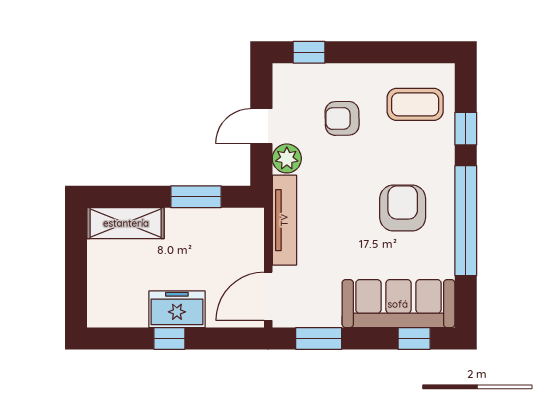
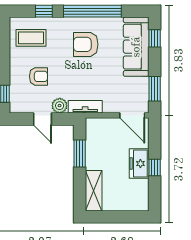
coffee table: (415, 104) -> (31, 38), turned 90
armchair: (342, 118) -> (38, 76), turned -89
tv unit: (284, 220) -> (85, 107), width x0.71

